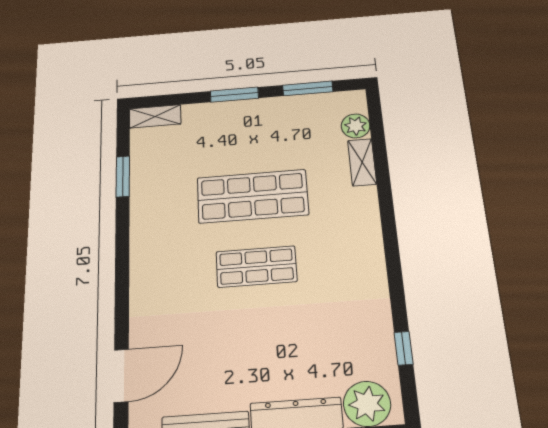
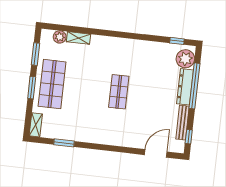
shop shelf: (252, 196) -> (52, 84), moved
window: (404, 348) -> (177, 41), moved
door: (121, 376) -> (156, 153), hinge flipped

